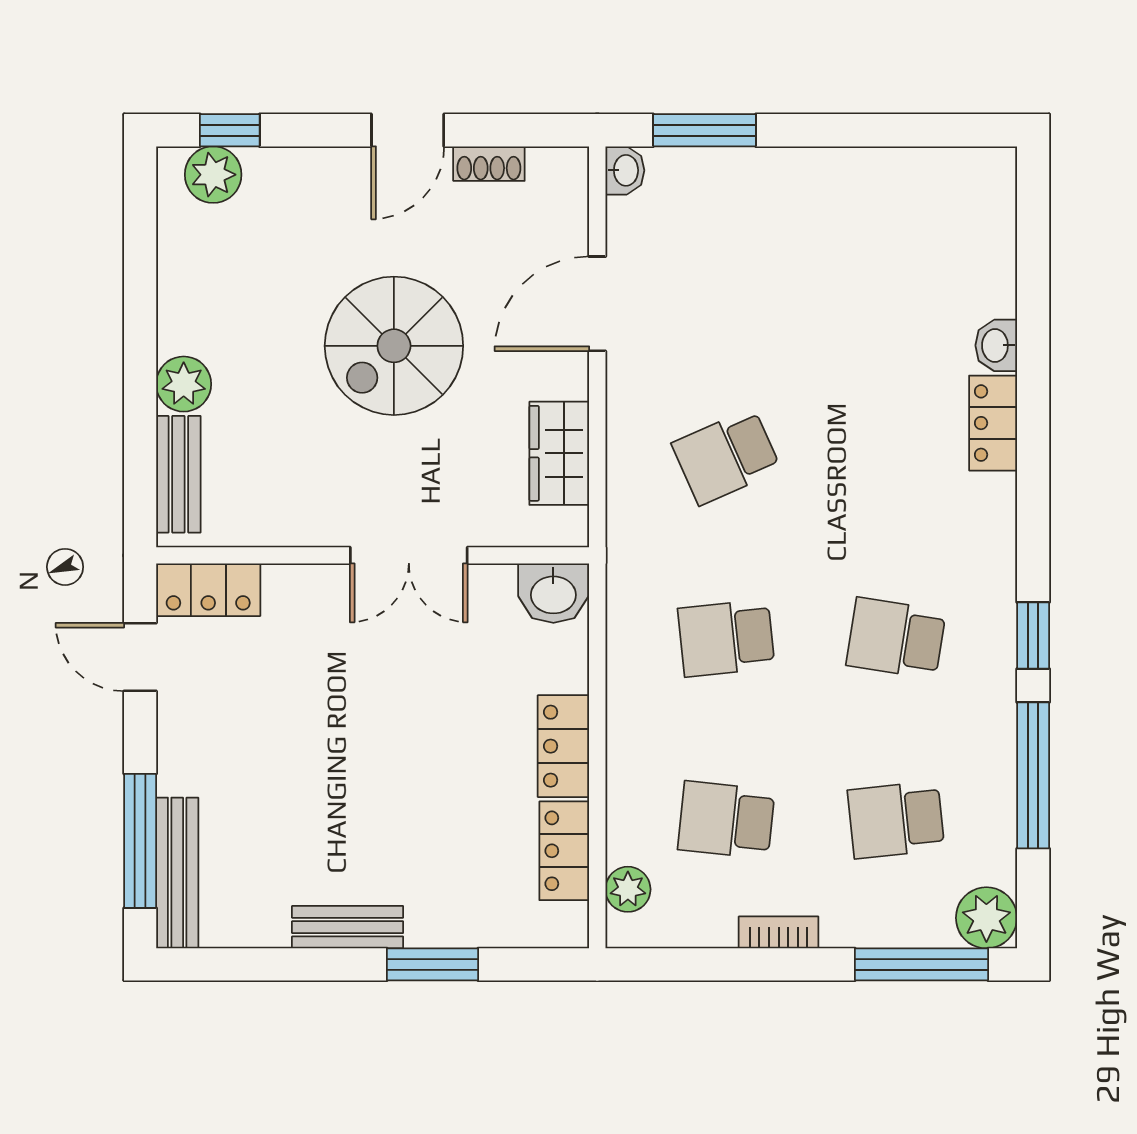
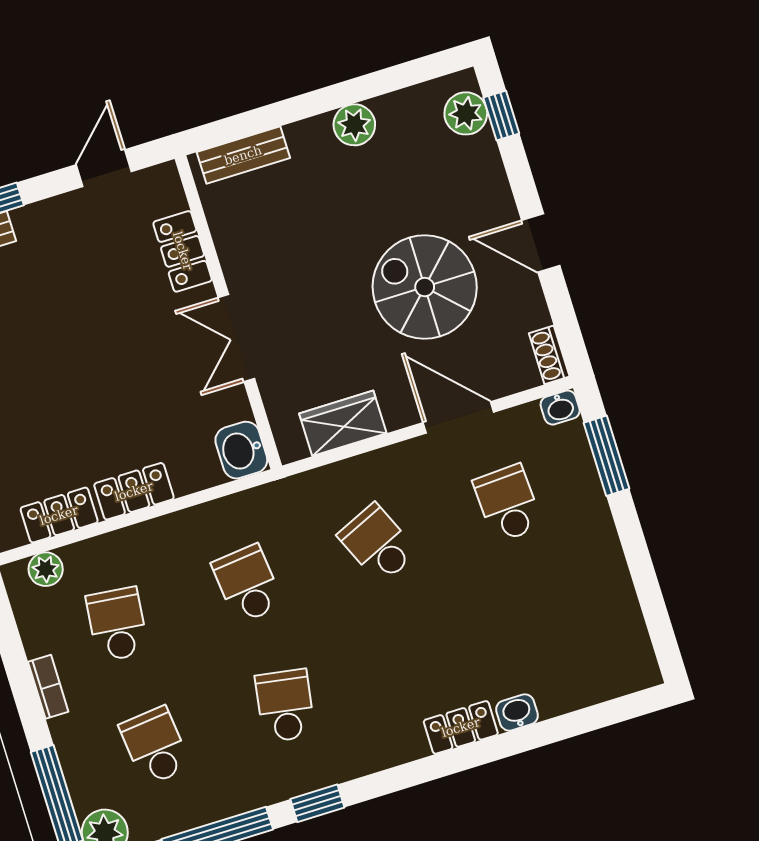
shoe rack: (489, 164) -> (549, 355), moved
school desk: (726, 275) -> (508, 503), added
spiral stairs: (394, 346) -> (425, 287), moved
plant: (184, 384) -> (354, 125), moved
locker: (208, 590) -> (183, 251), moved

